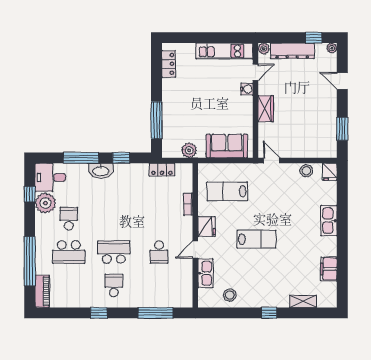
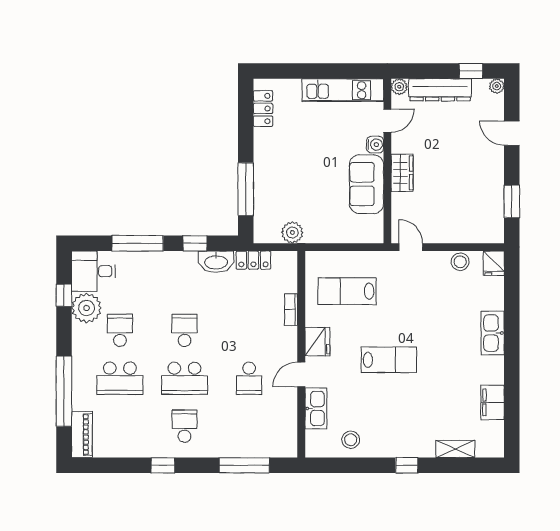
sofa: (227, 146) -> (366, 184), moved, turned -90
washbasin: (101, 171) -> (216, 262), moved
school desk: (114, 219) -> (184, 330), added
school desk: (114, 252) -> (184, 378), turned 180

